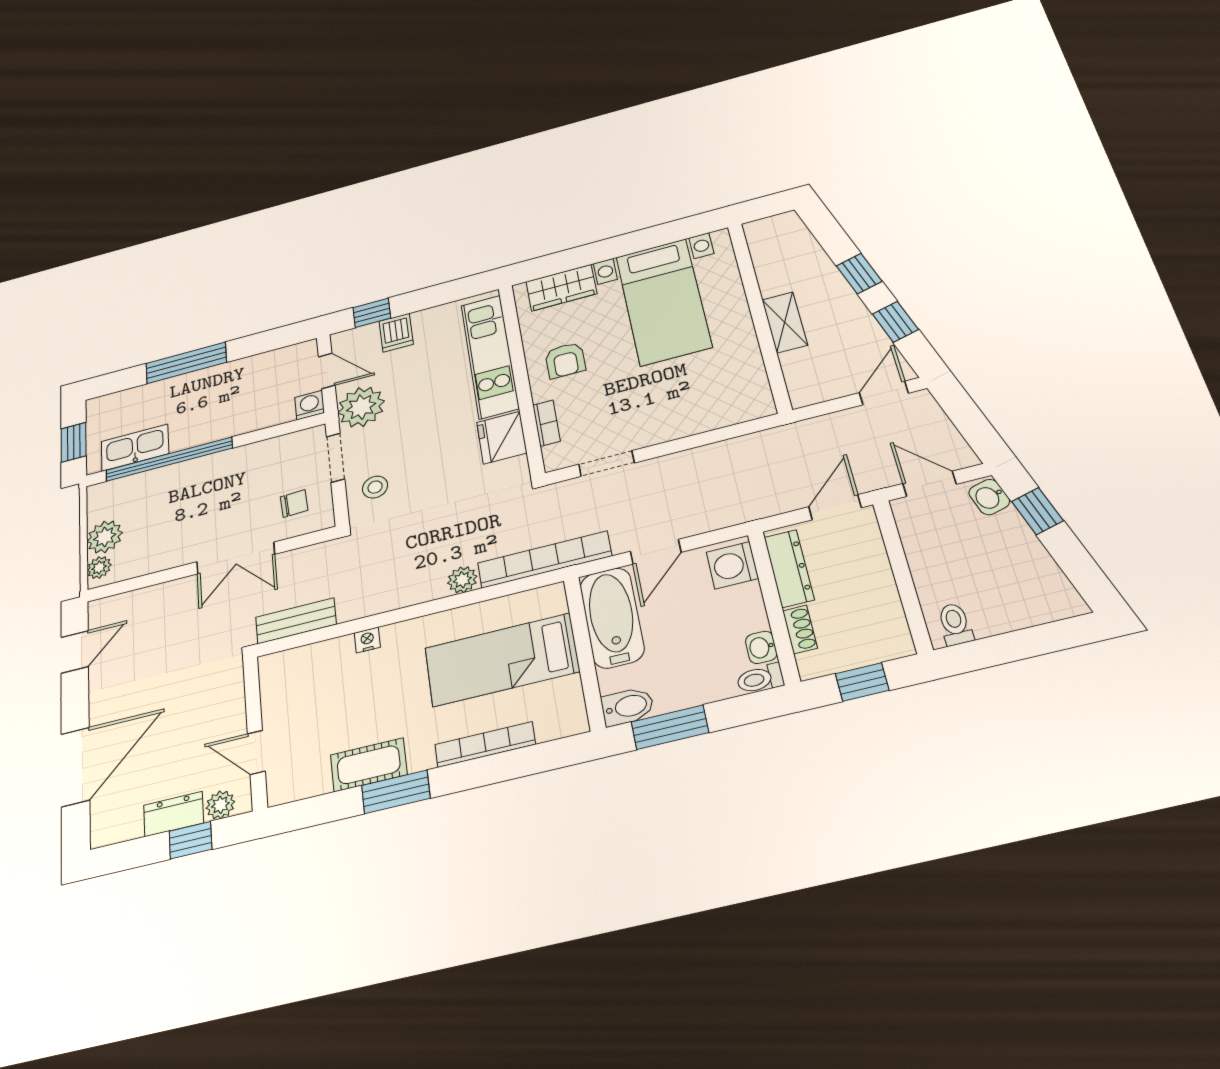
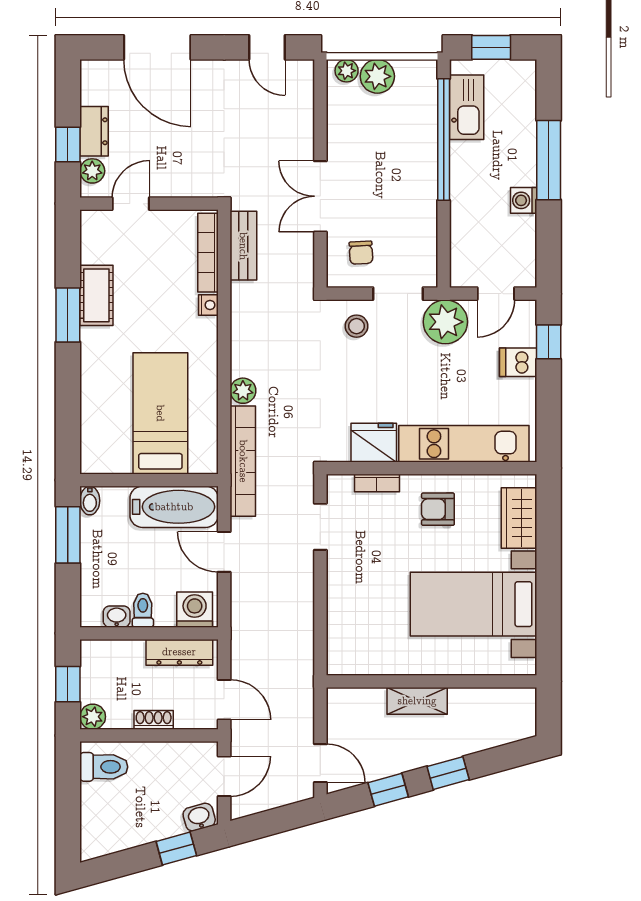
washing machine: (310, 405) -> (524, 200), moved, turned 180
toilet: (955, 624) -> (104, 767), width x1.37, depth x1.39
shoe rack: (800, 629) -> (154, 720), moved, turned 180
plant: (897, 644) -> (93, 717), added
toilet: (760, 679) -> (143, 610), moved
bidet: (627, 707) -> (90, 501), width x0.72, depth x0.74
bookcase: (485, 744) -> (208, 253), moved, turned 180

